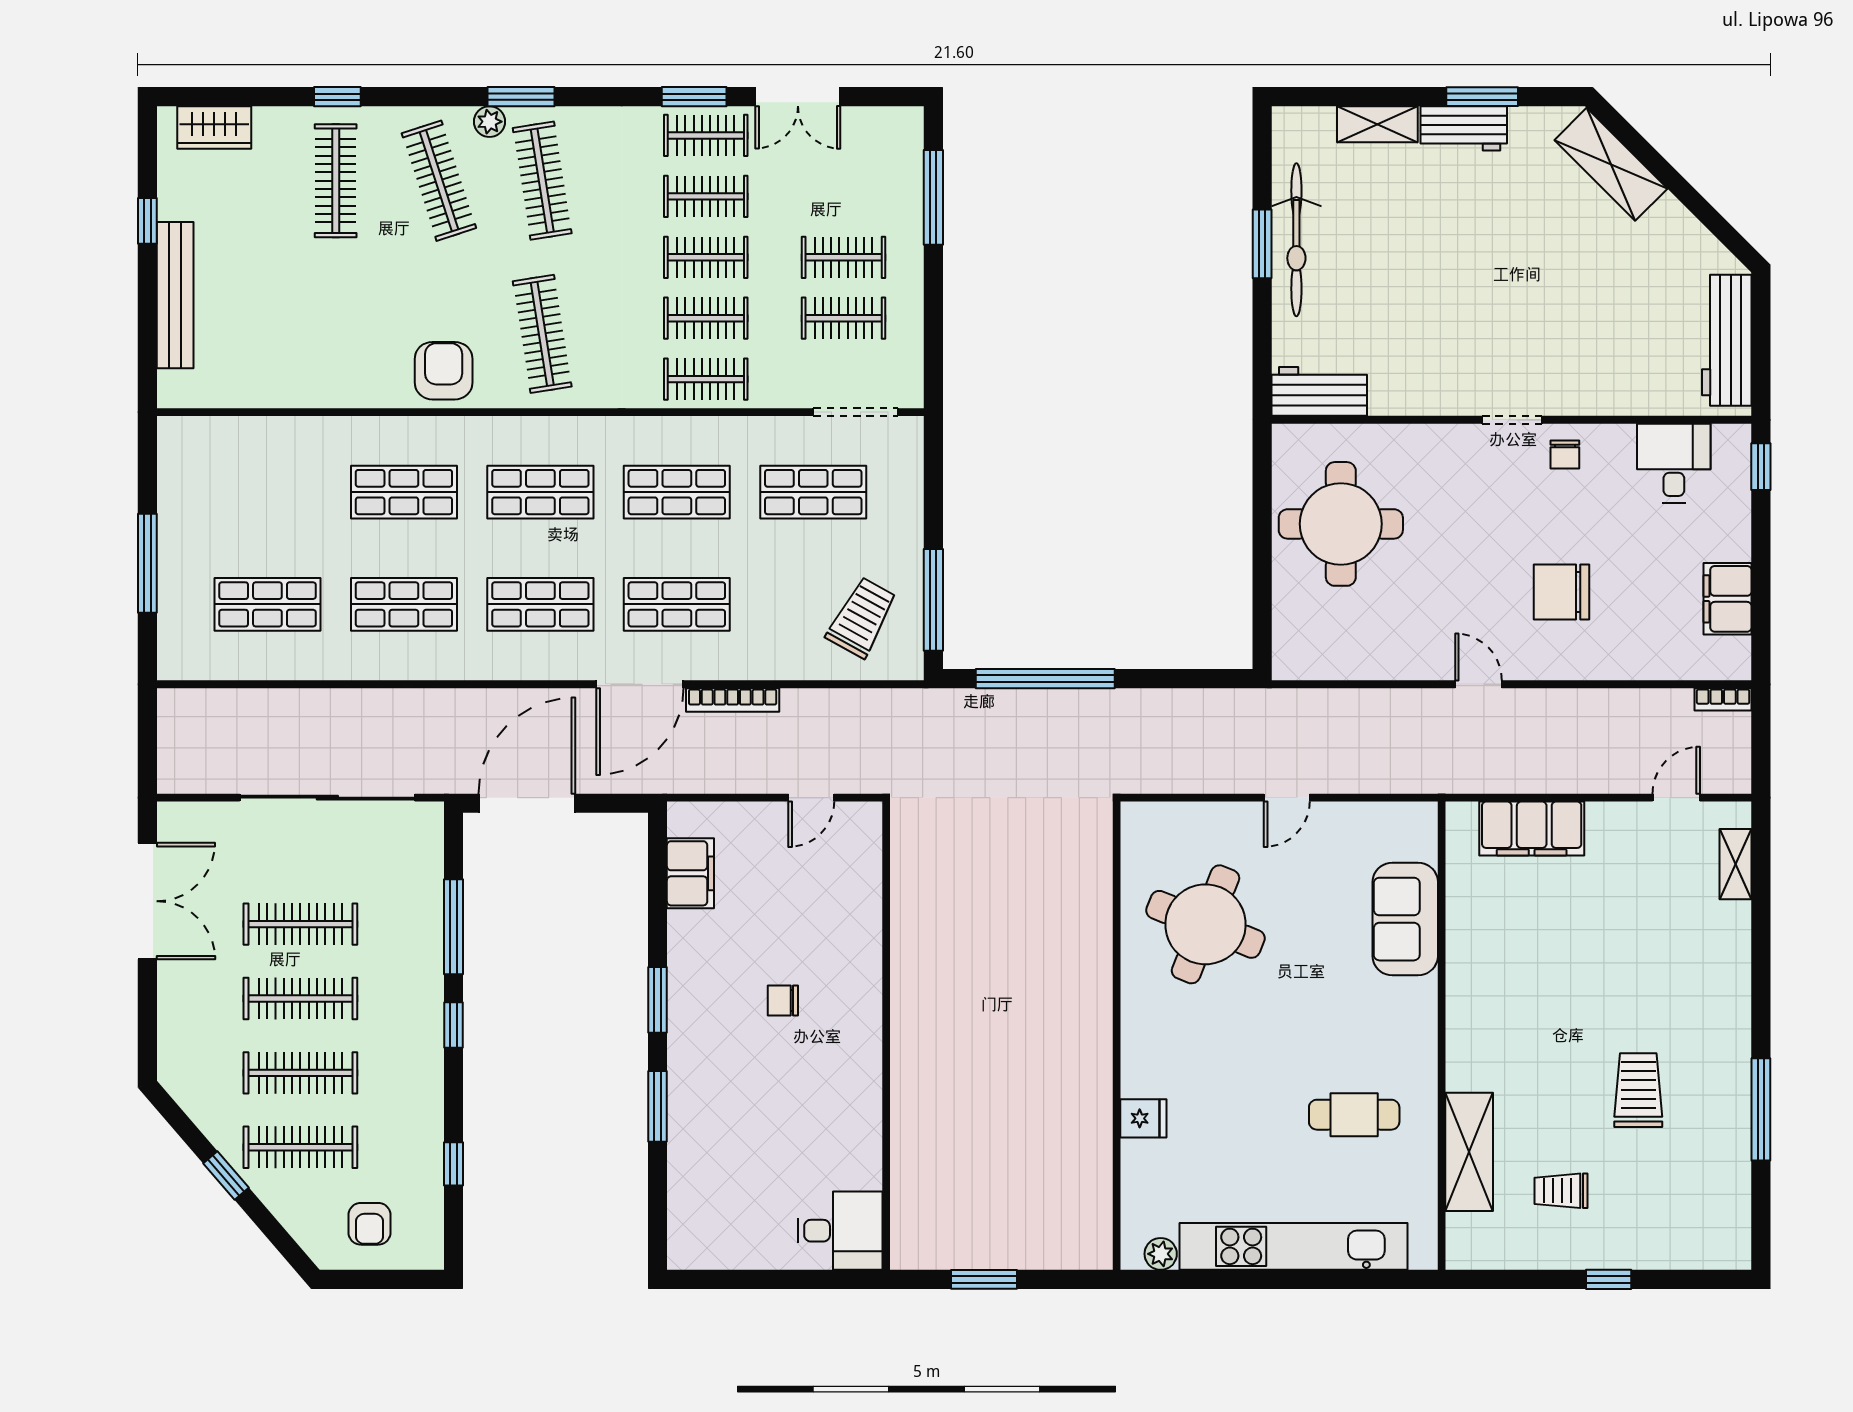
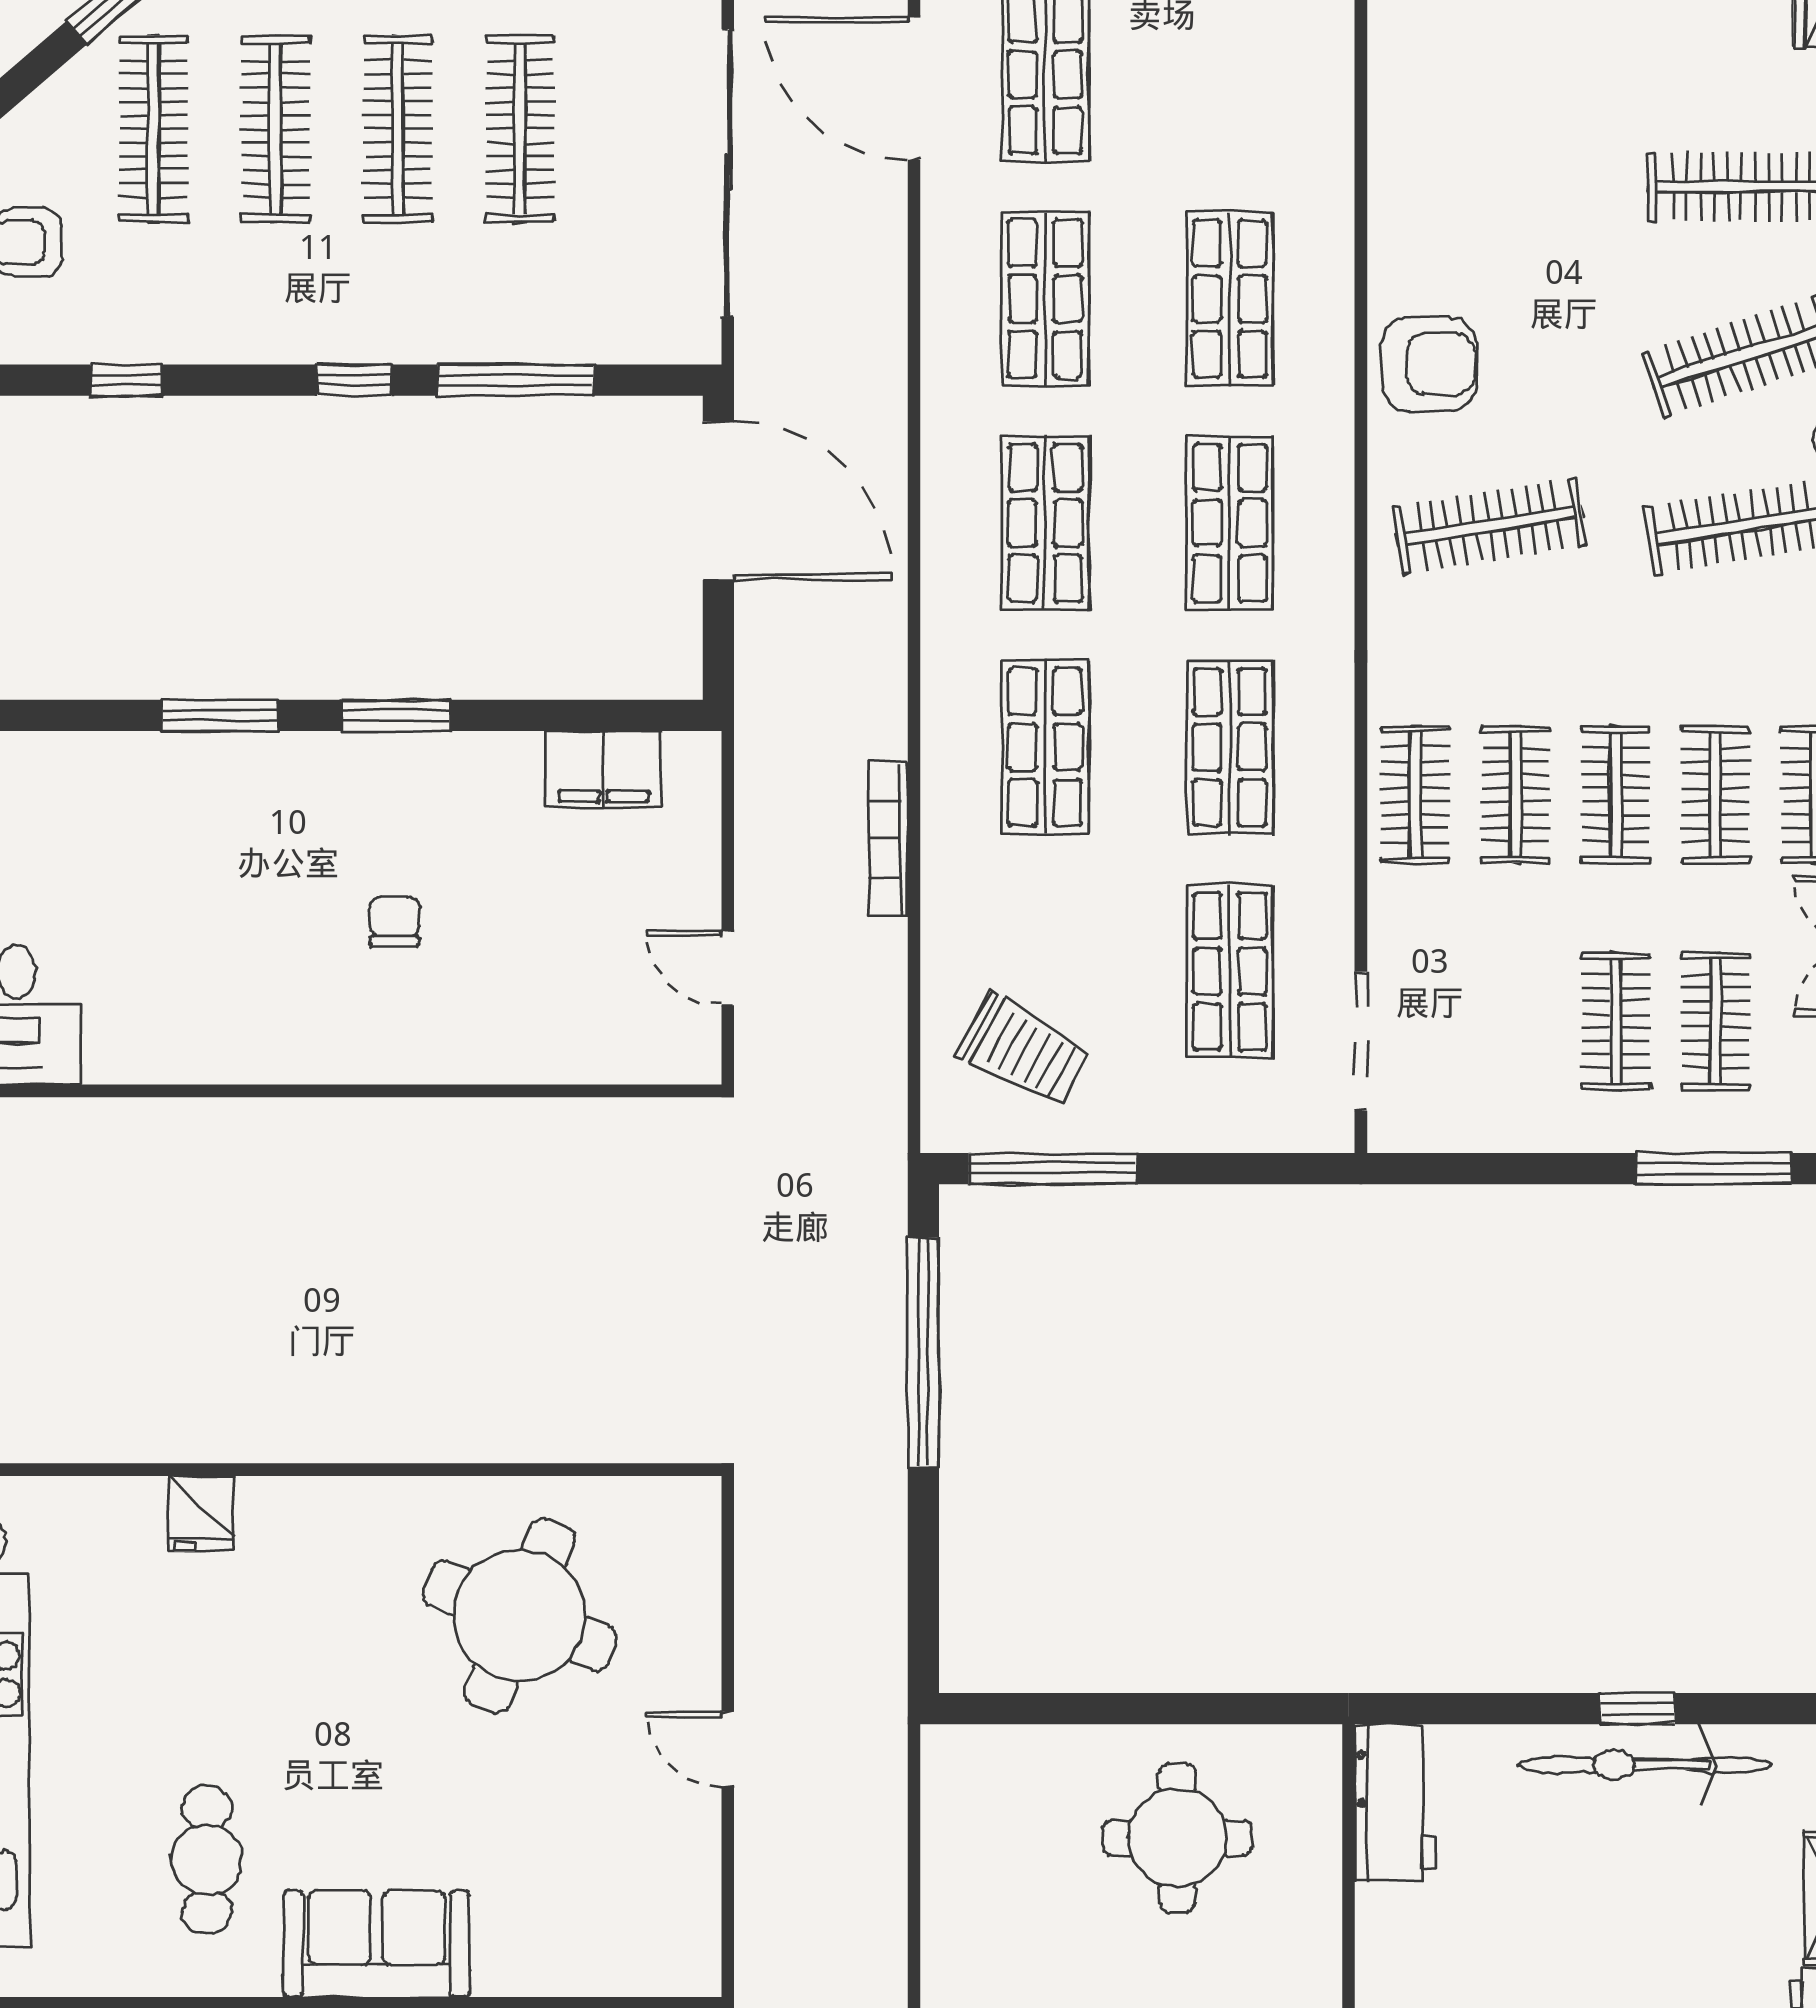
window: (1262, 244) -> (1637, 1709), width x0.67
clothes rail: (844, 318) -> (1716, 1021), moved
round table: (1341, 524) -> (1177, 1838), width x0.73, depth x0.73
door: (640, 684) -> (914, 89), moved
sofa: (1405, 919) -> (376, 1944), moved

